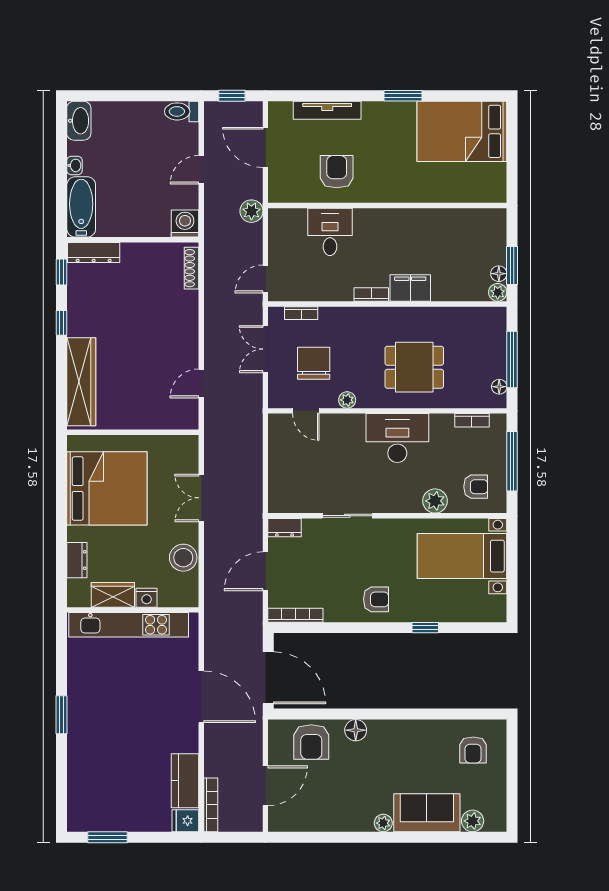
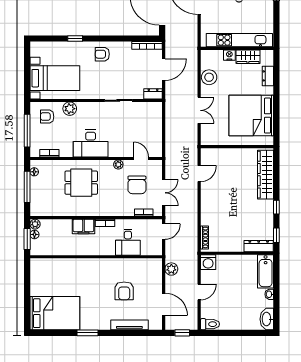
wall: (387, 206) -> (96, 257), moved
desk: (330, 232) -> (128, 242), moved

